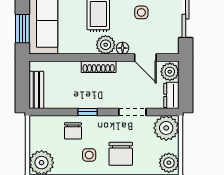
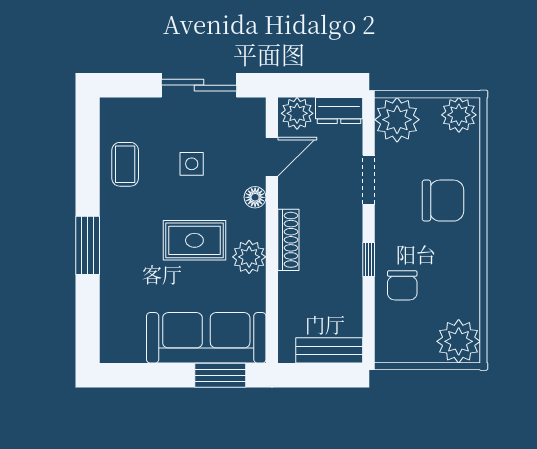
plant: (106, 45) -> (249, 257), moved
chair: (73, 131) -> (402, 285), turned 90
side table: (89, 155) -> (445, 257), removed

